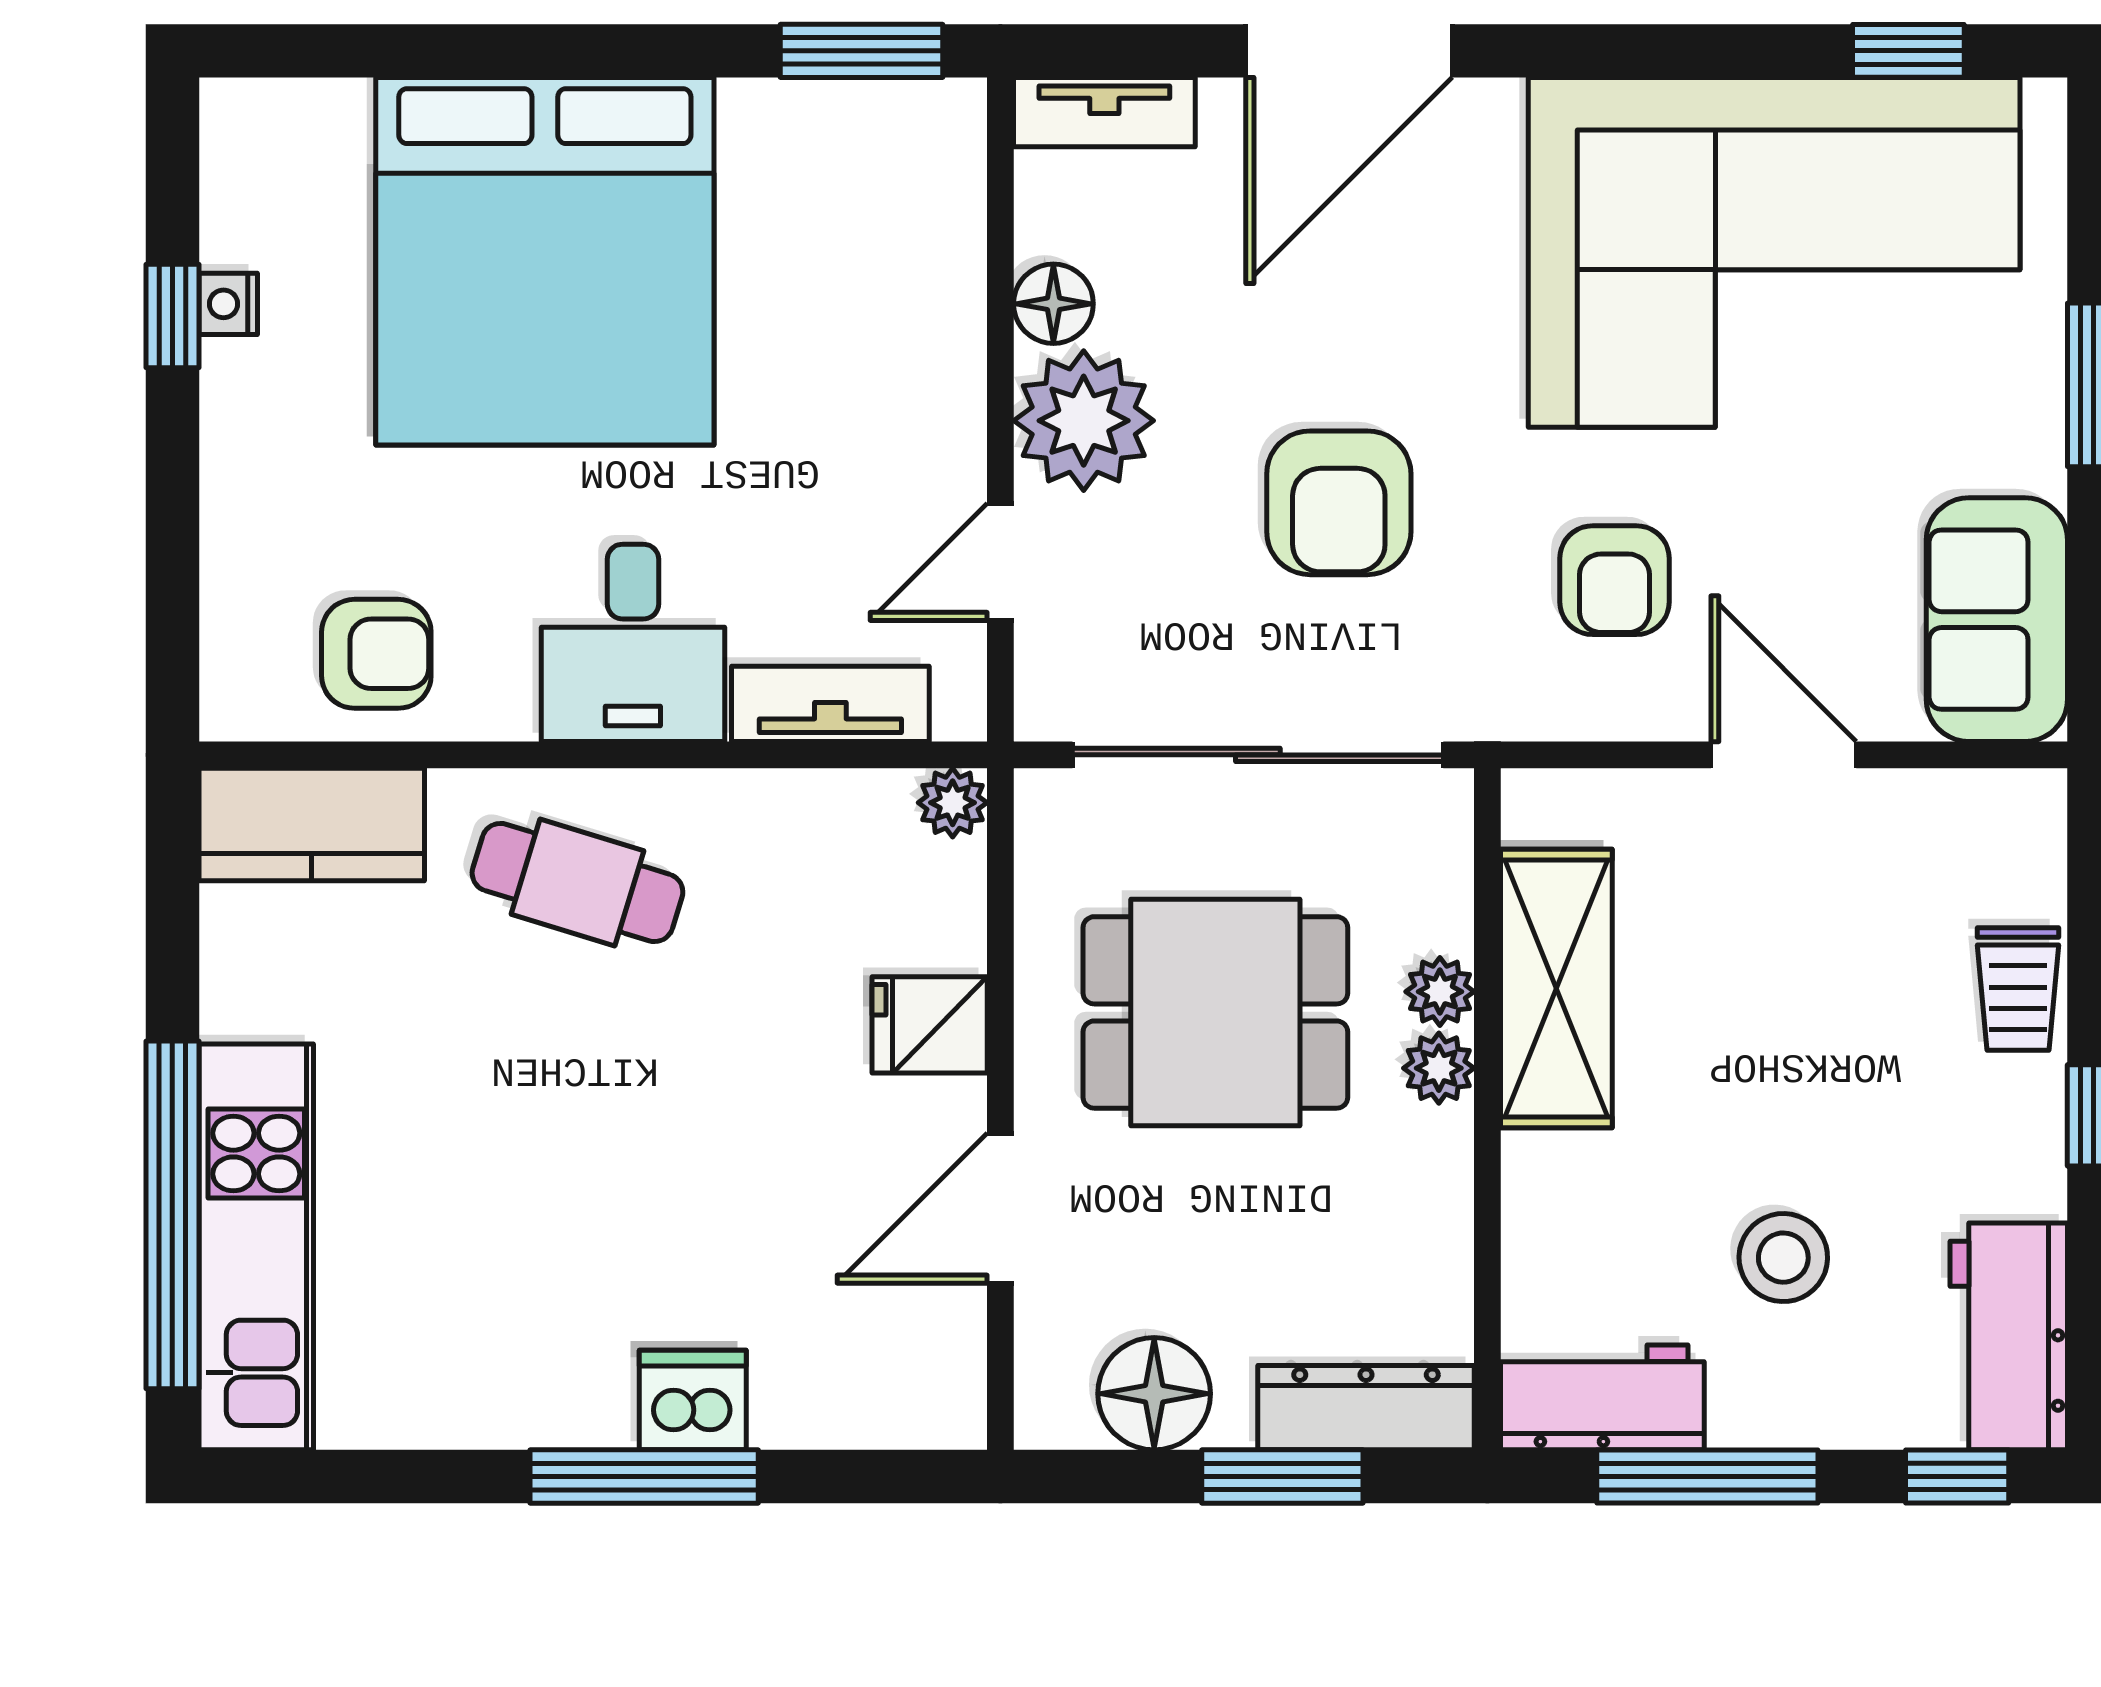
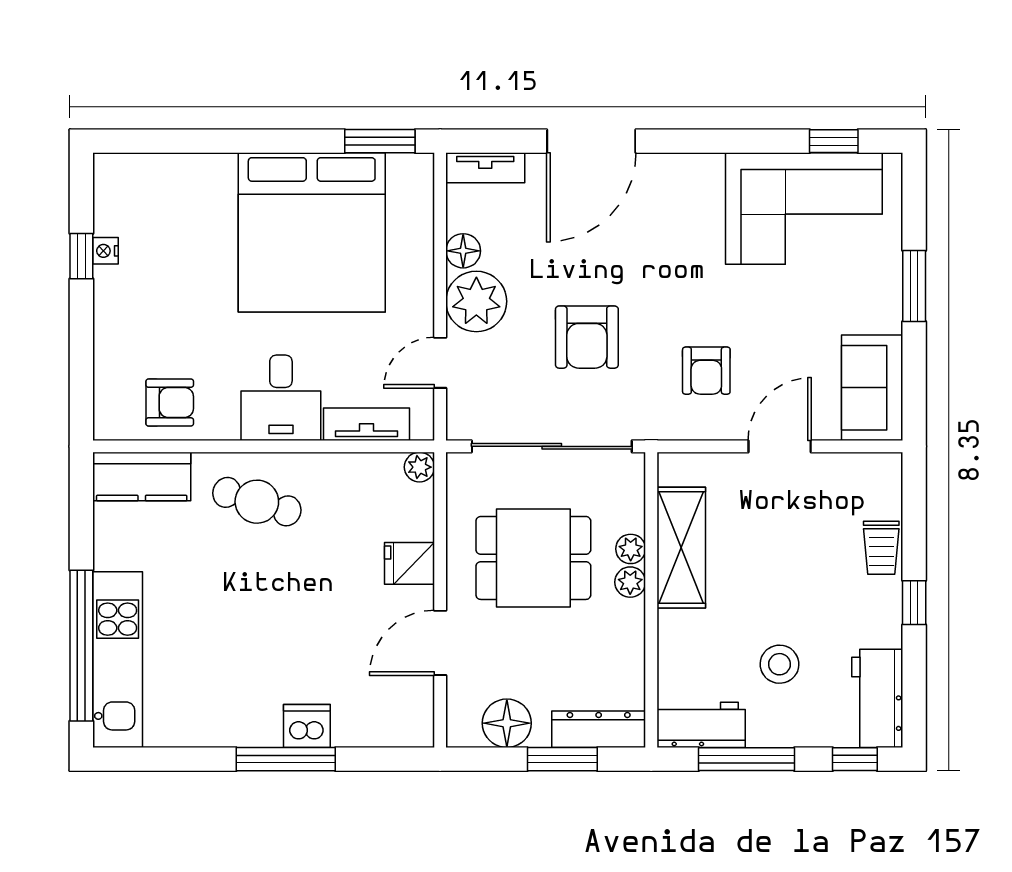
corner sofa: (1774, 252) -> (804, 209), width x0.73, depth x0.74
bed: (545, 261) -> (312, 232), moved
door: (1784, 755) -> (780, 446), hinge flipped

